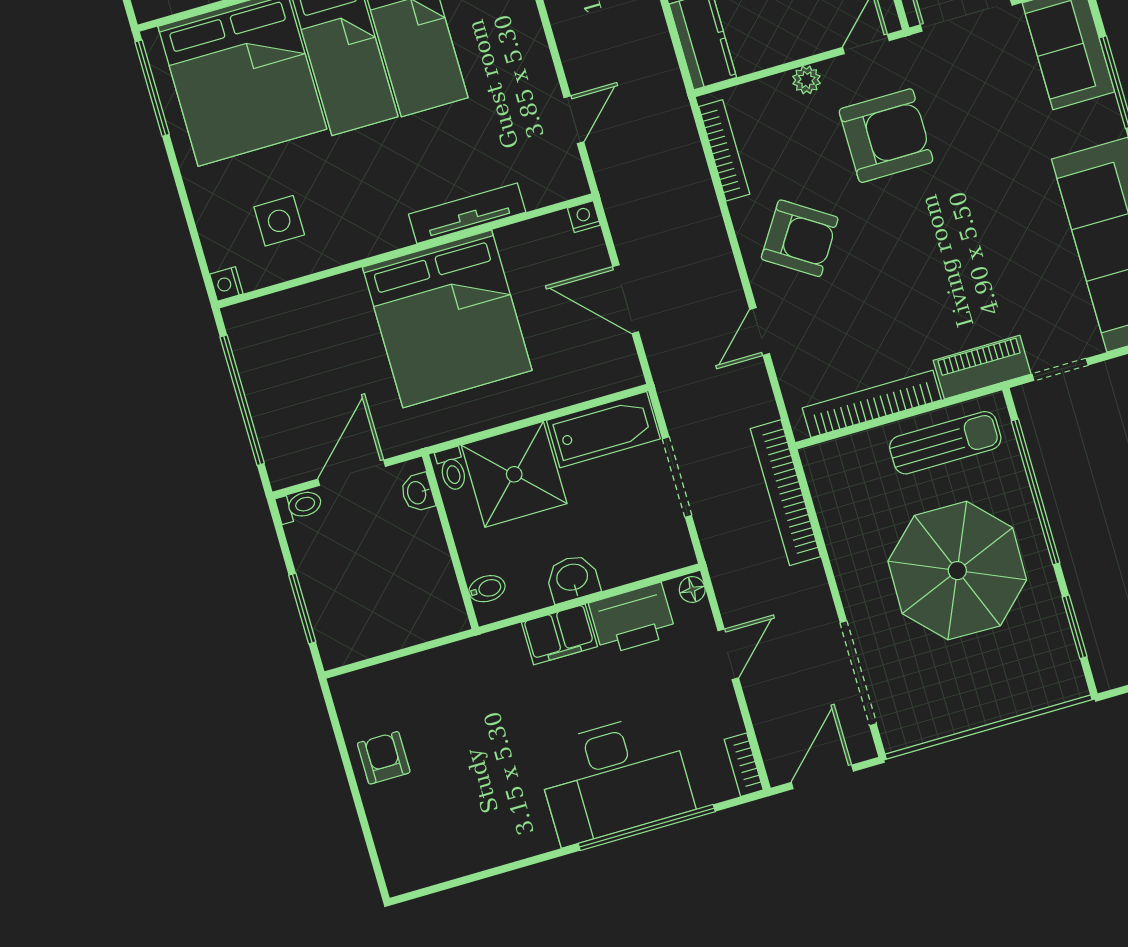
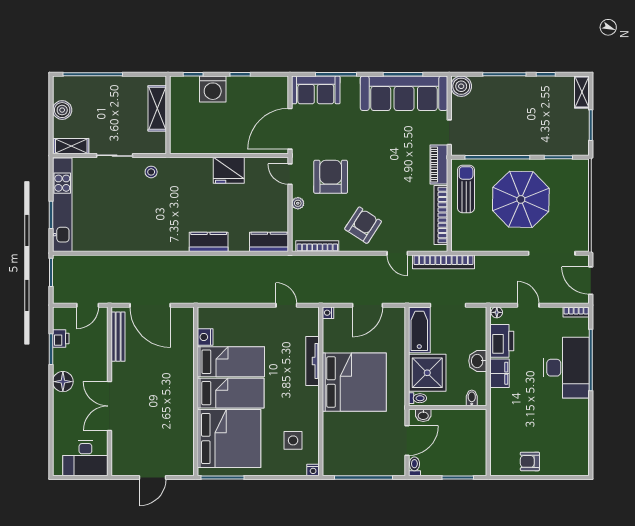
door: (352, 473) -> (407, 440), swing flipped
bookcase: (785, 493) -> (443, 262), moved

